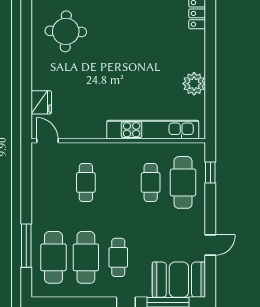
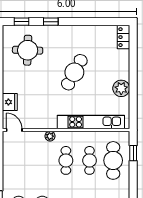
cafe table: (130, 62) -> (74, 72), added
plant: (96, 149) -> (50, 136), added
cafe table: (86, 182) -> (66, 160), moved

